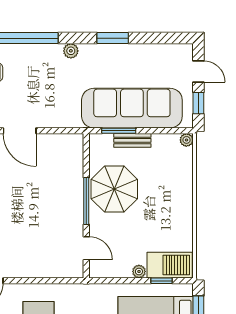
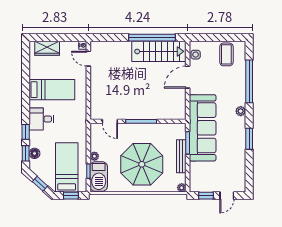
sofa: (132, 108) -> (203, 128), moved
bench: (132, 140) -> (181, 156), width x1.36
parasol: (114, 189) -> (142, 164), moved, width x1.36, depth x1.36
door: (86, 248) -> (110, 121), hinge flipped

